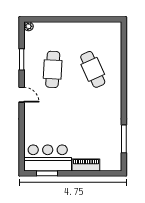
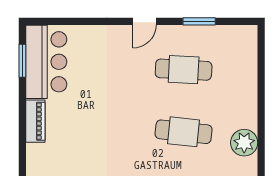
plant: (28, 26) -> (244, 143), moved, width x1.87, depth x1.87
cafe table: (93, 69) -> (184, 132), turned 30

